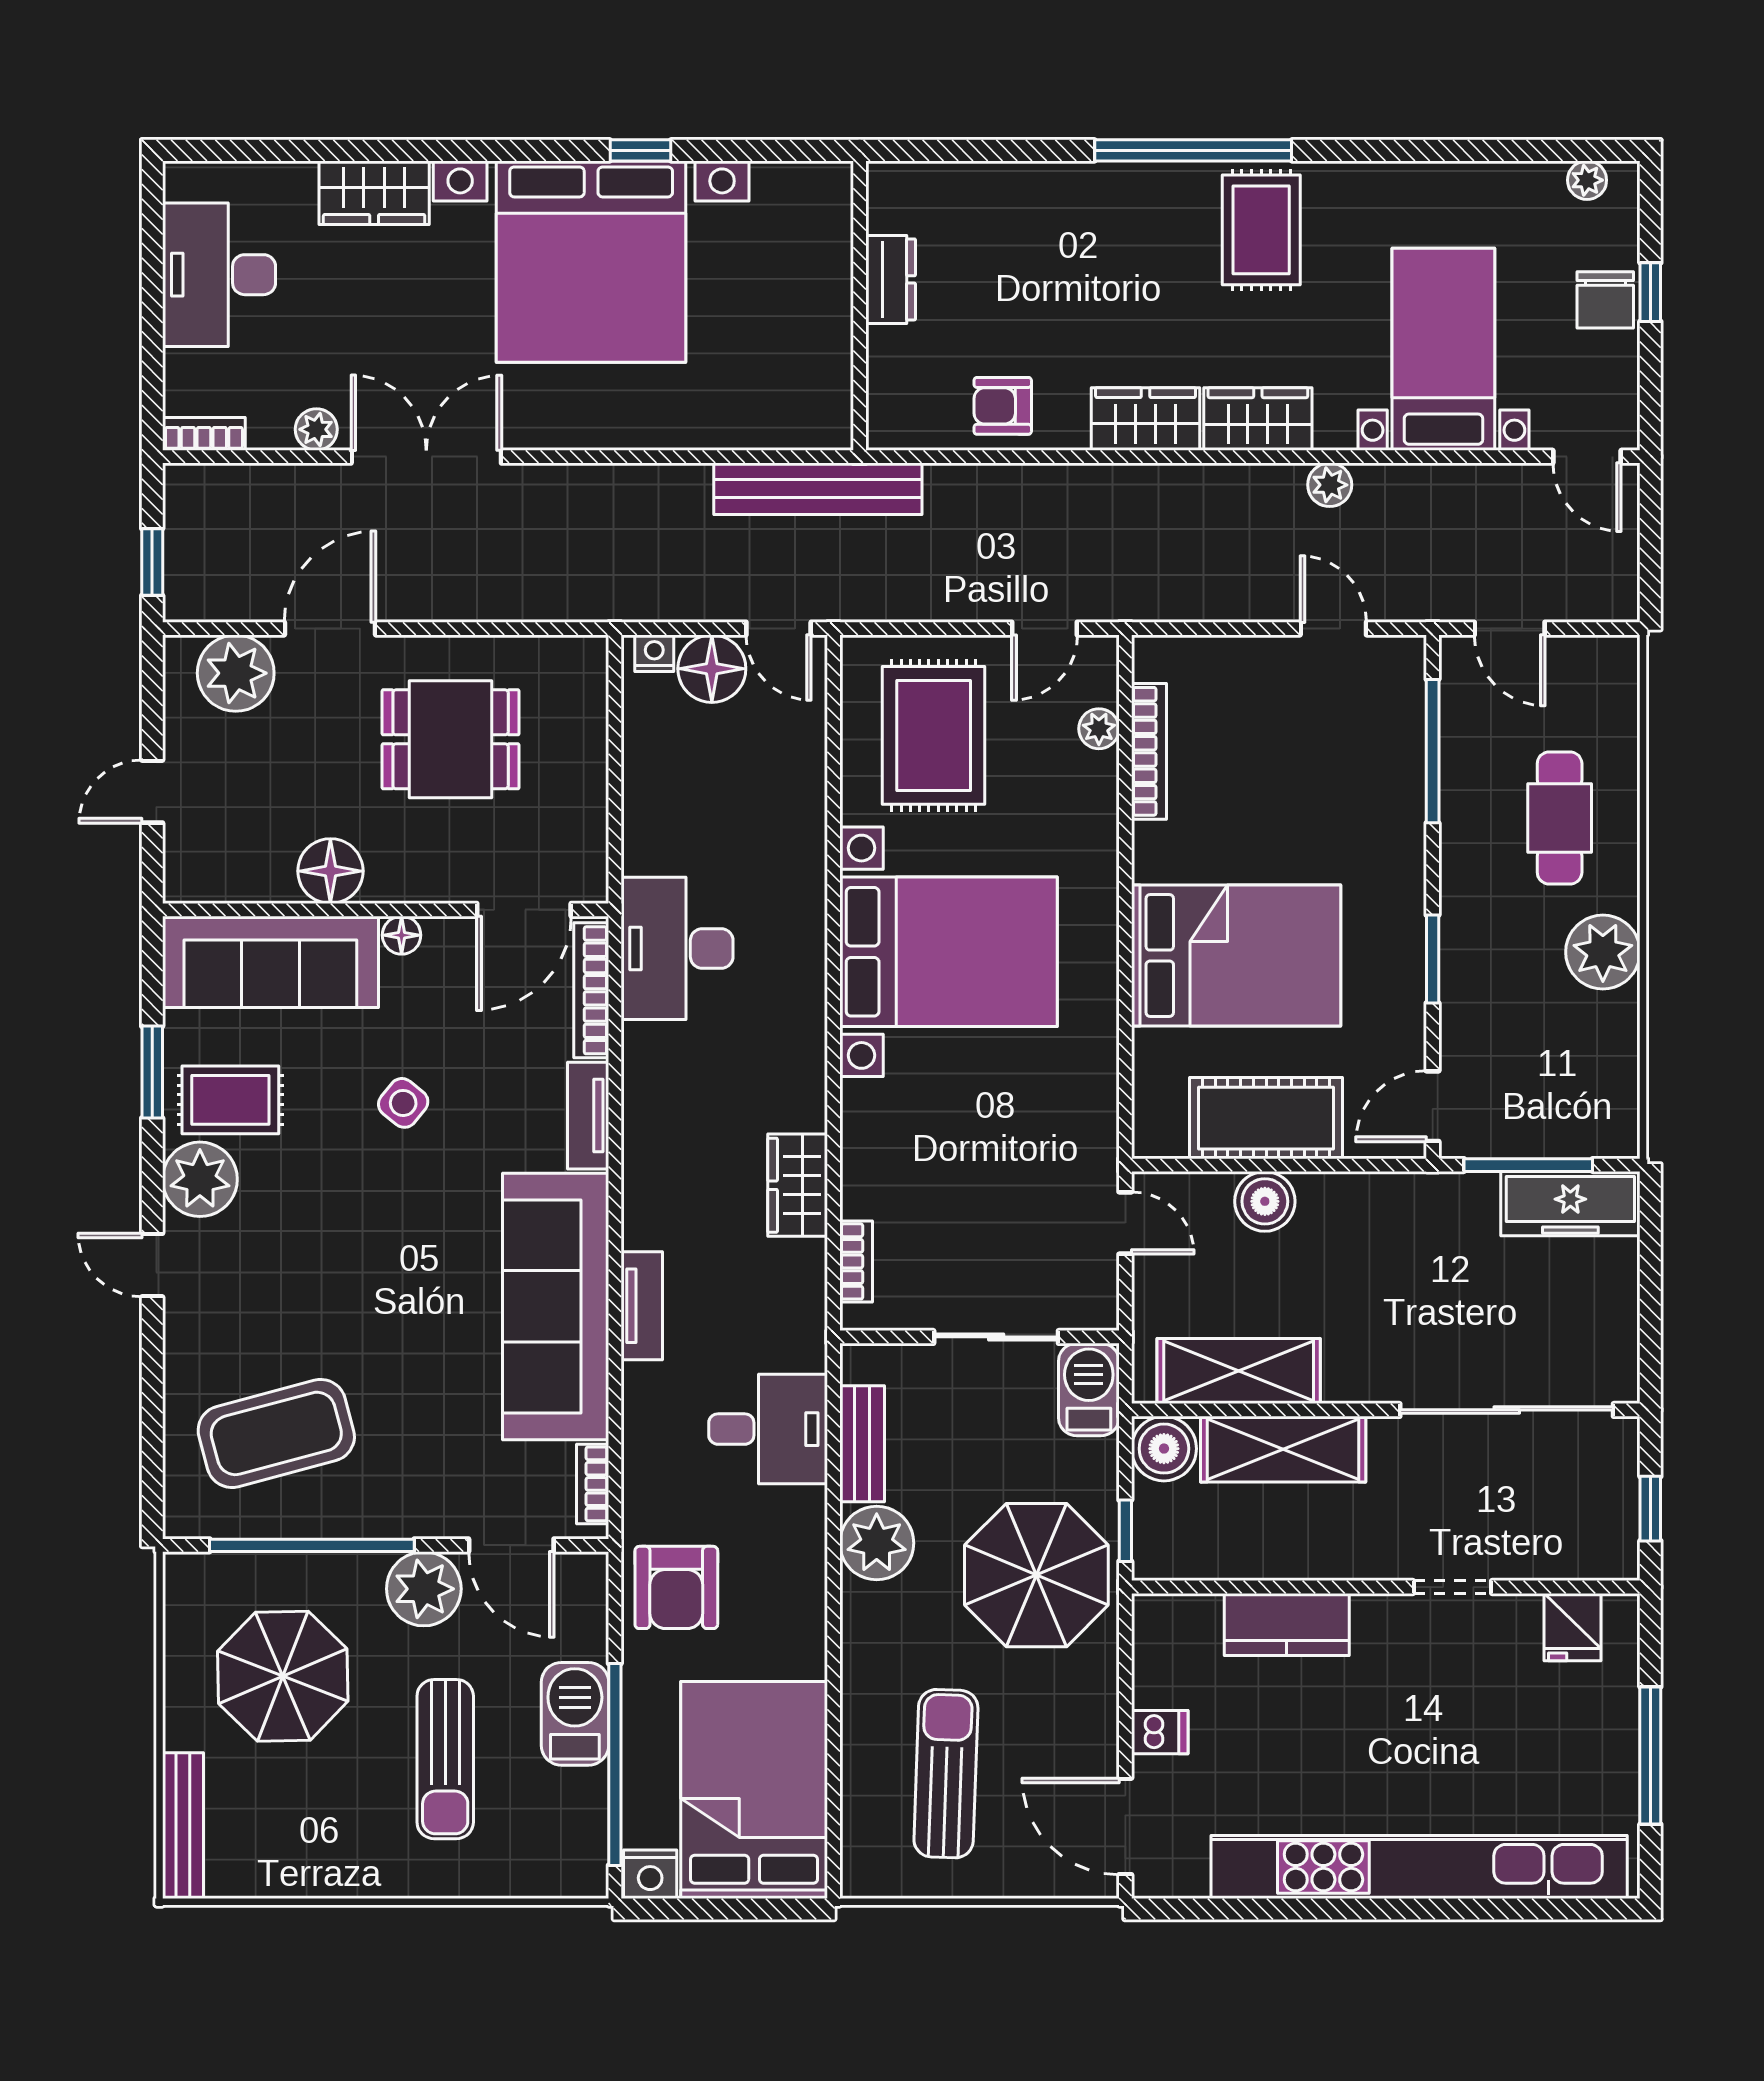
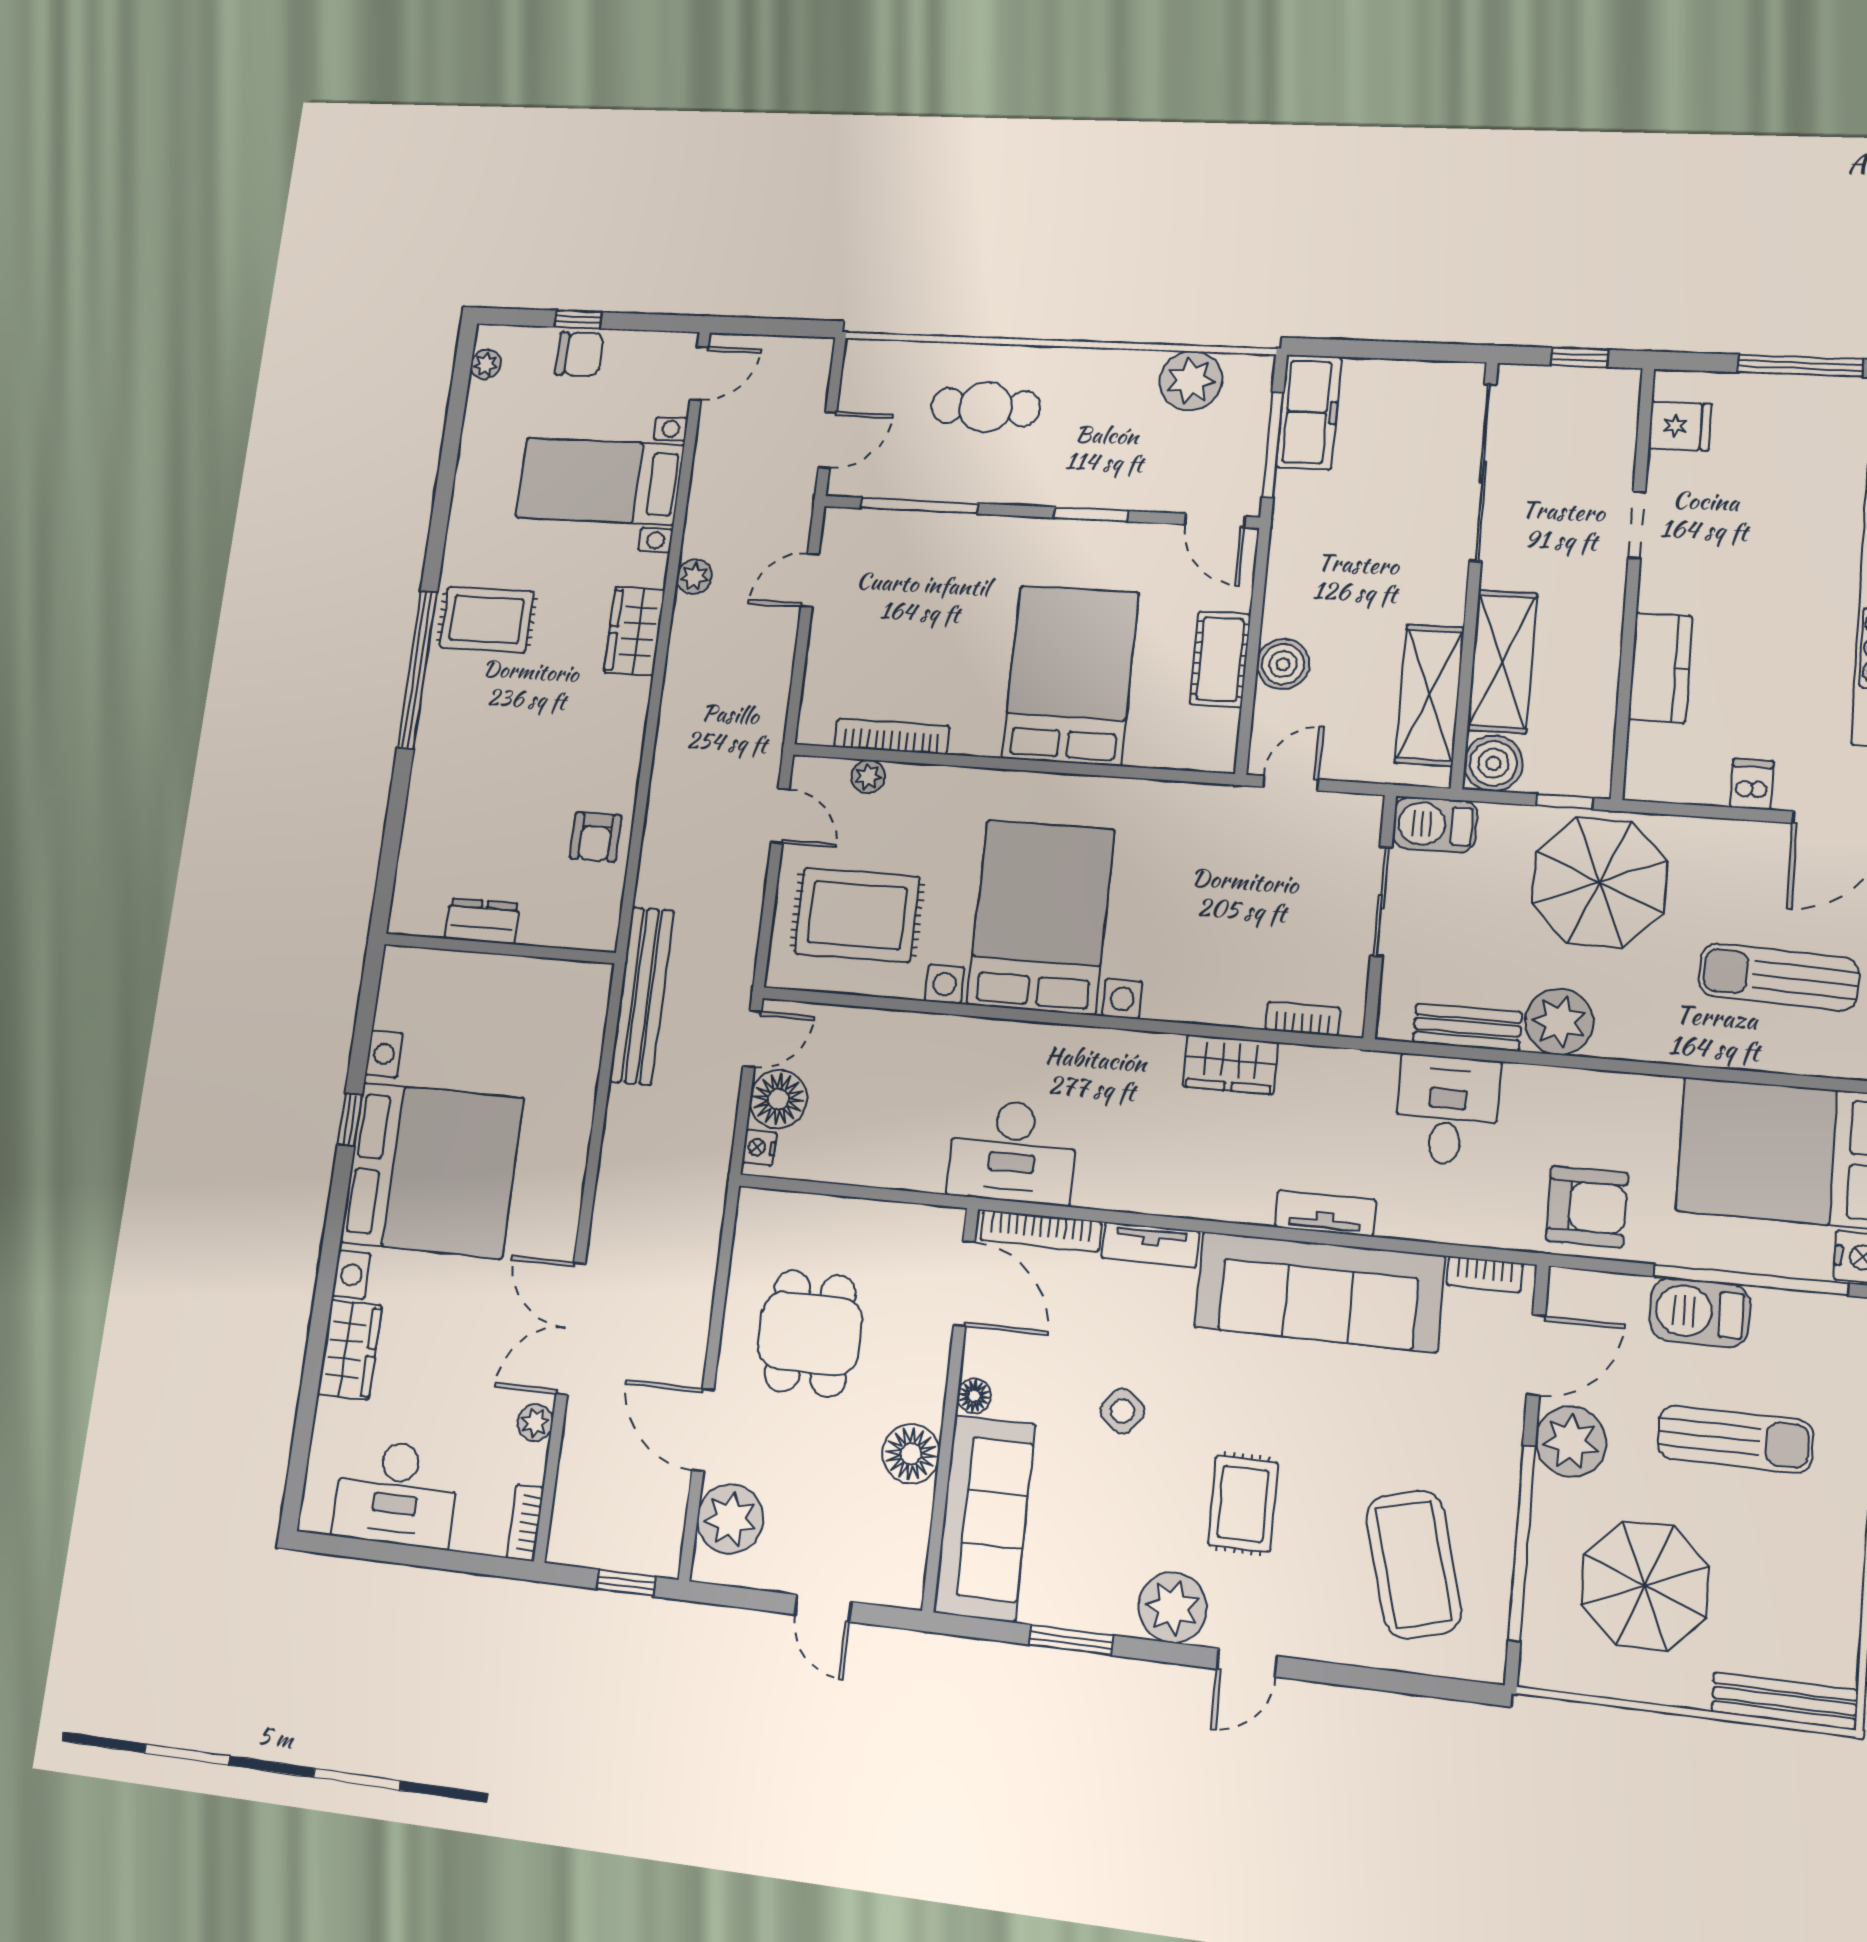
wardrobe: (1146, 419) -> (622, 721), removed
plant: (1603, 952) -> (1191, 381), moved
rug: (230, 1100) -> (1243, 1504), moved
cot: (1266, 1118) -> (1220, 659), width x0.73, depth x0.75

